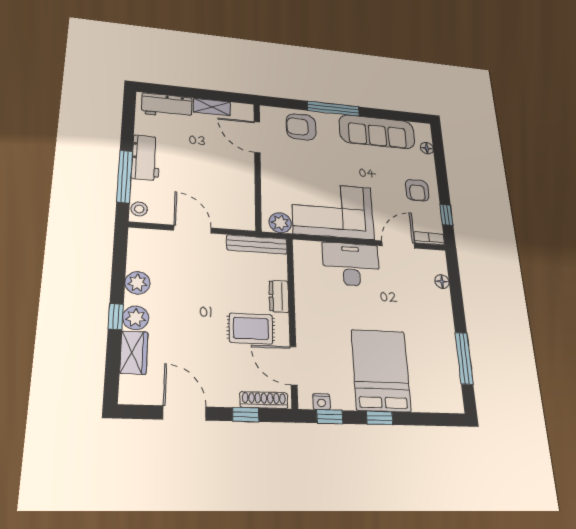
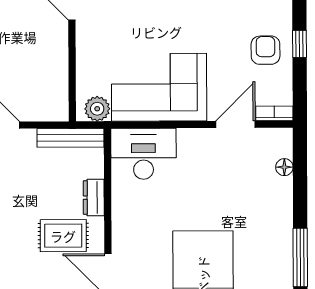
armchair: (417, 190) -> (266, 50), turned 180
window: (446, 215) -> (300, 44), moved
desk: (351, 264) -> (143, 154), moved

